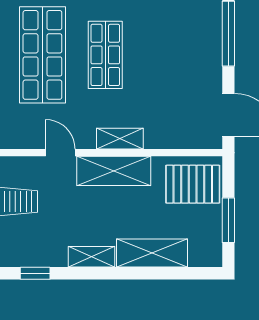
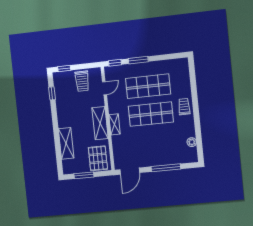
shop shelf: (105, 55) -> (151, 114), width x1.43, depth x1.36
door: (60, 153) -> (105, 88), moved
shelving: (92, 257) -> (62, 117), removed

